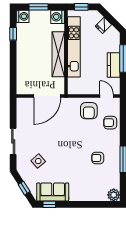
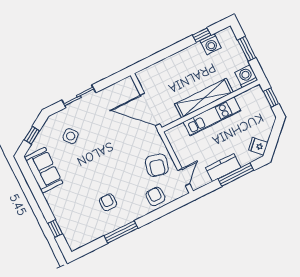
washing machine: (23, 16) -> (211, 44), moved
fridge: (103, 25) -> (258, 146), moved
kitchen unit: (74, 47) -> (212, 116), width x0.73
armchair: (89, 111) -> (157, 165), turned -76
plant: (114, 195) -> (75, 241), removed
window: (49, 204) -> (55, 229), moved

